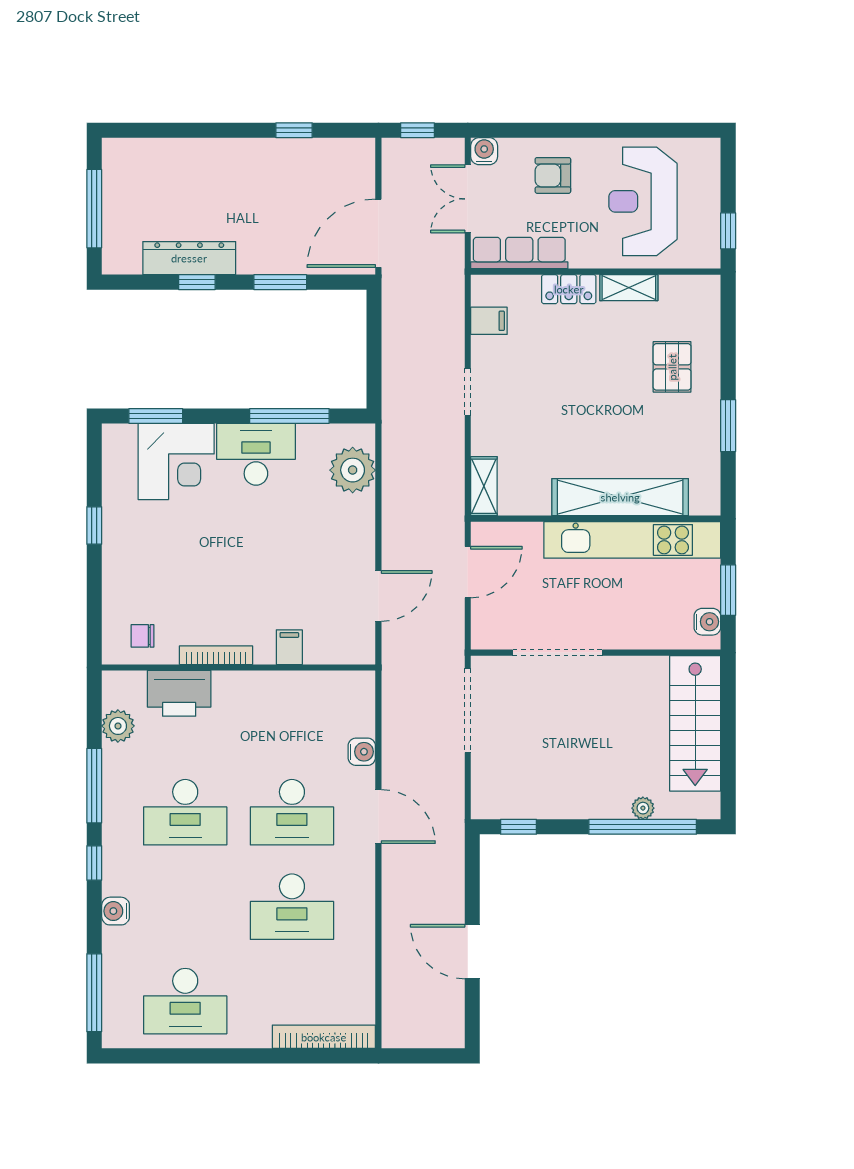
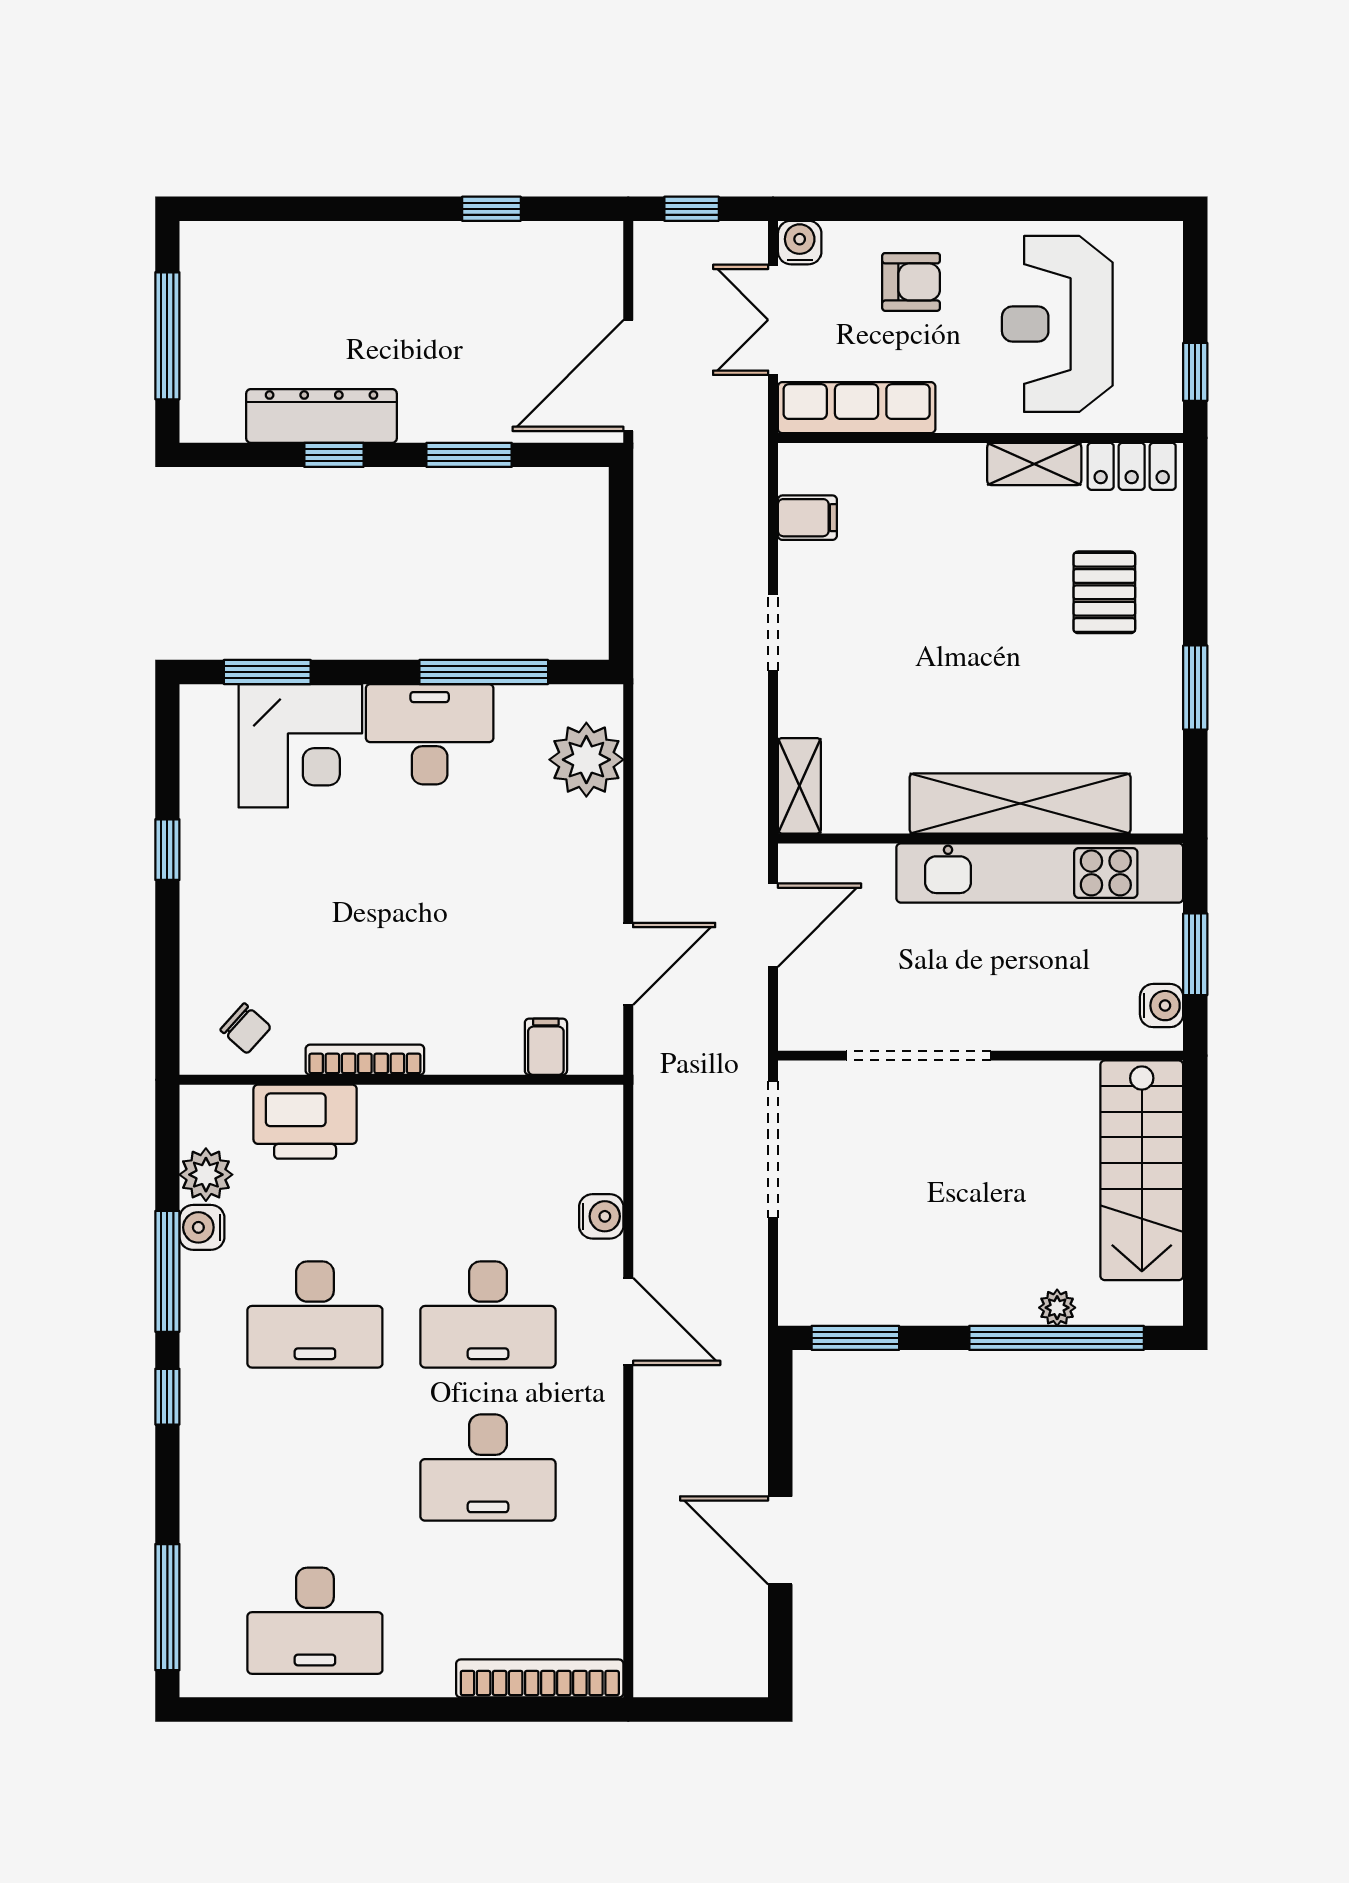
armchair: (553, 175) -> (911, 282), turned 180
locker: (569, 289) -> (1132, 466), moved
chair: (142, 636) -> (246, 1029), turned -138
filing cabinet: (289, 647) -> (546, 1047), moved
window: (519, 827) -> (855, 1338), width x1.50
water cooler: (116, 911) -> (202, 1227), moved

